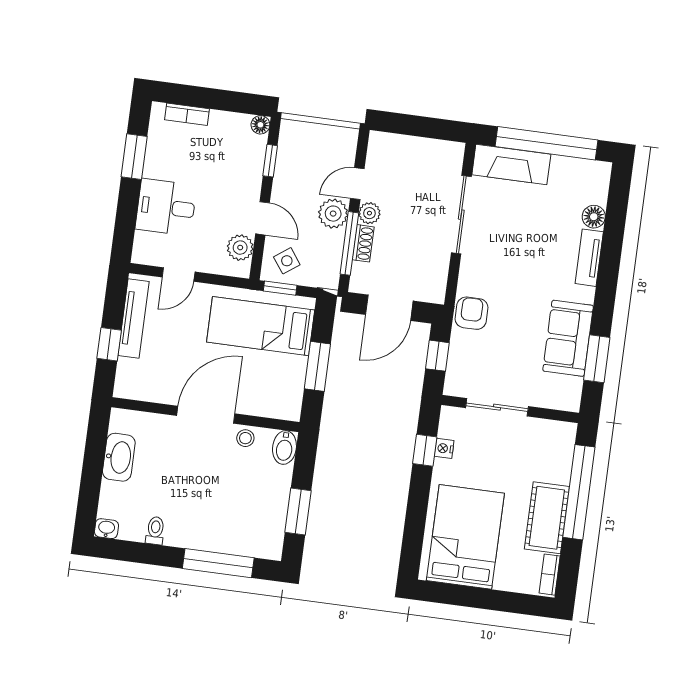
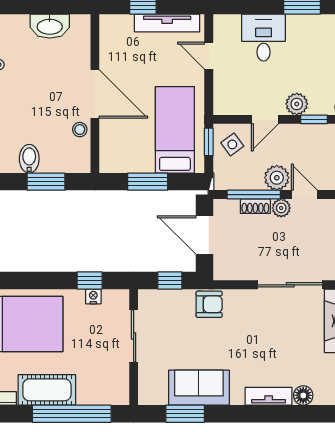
plant: (240, 248) -> (297, 104), moved
bidet: (284, 448) -> (29, 159), moved, turned 90
window: (298, 511) -> (46, 182), moved

